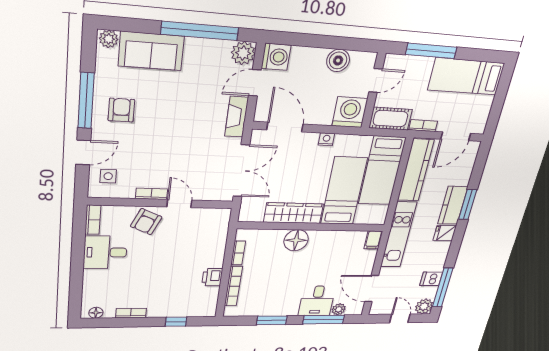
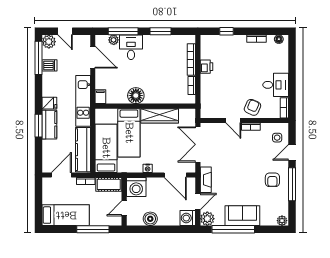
sofa: (151, 51) -> (242, 216), moved
floor lamp: (296, 240) -> (136, 96), moved

